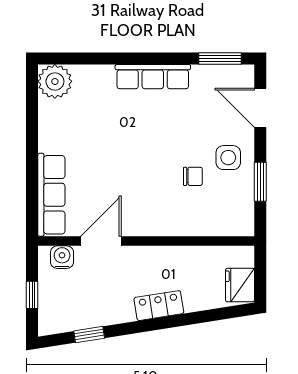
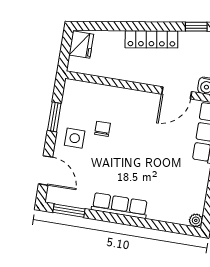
plant: (55, 81) -> (196, 220), width x0.53, depth x0.53
chair: (193, 176) -> (102, 129), turned 90
locker: (159, 306) -> (151, 39), width x1.53

